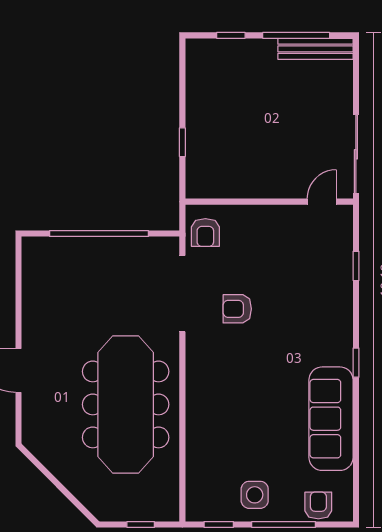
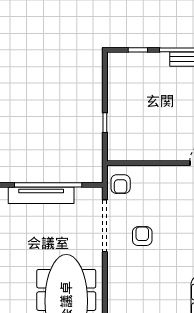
tv unit: (89, 249) -> (41, 195), added
armchair: (237, 309) -> (142, 236), turned 90

